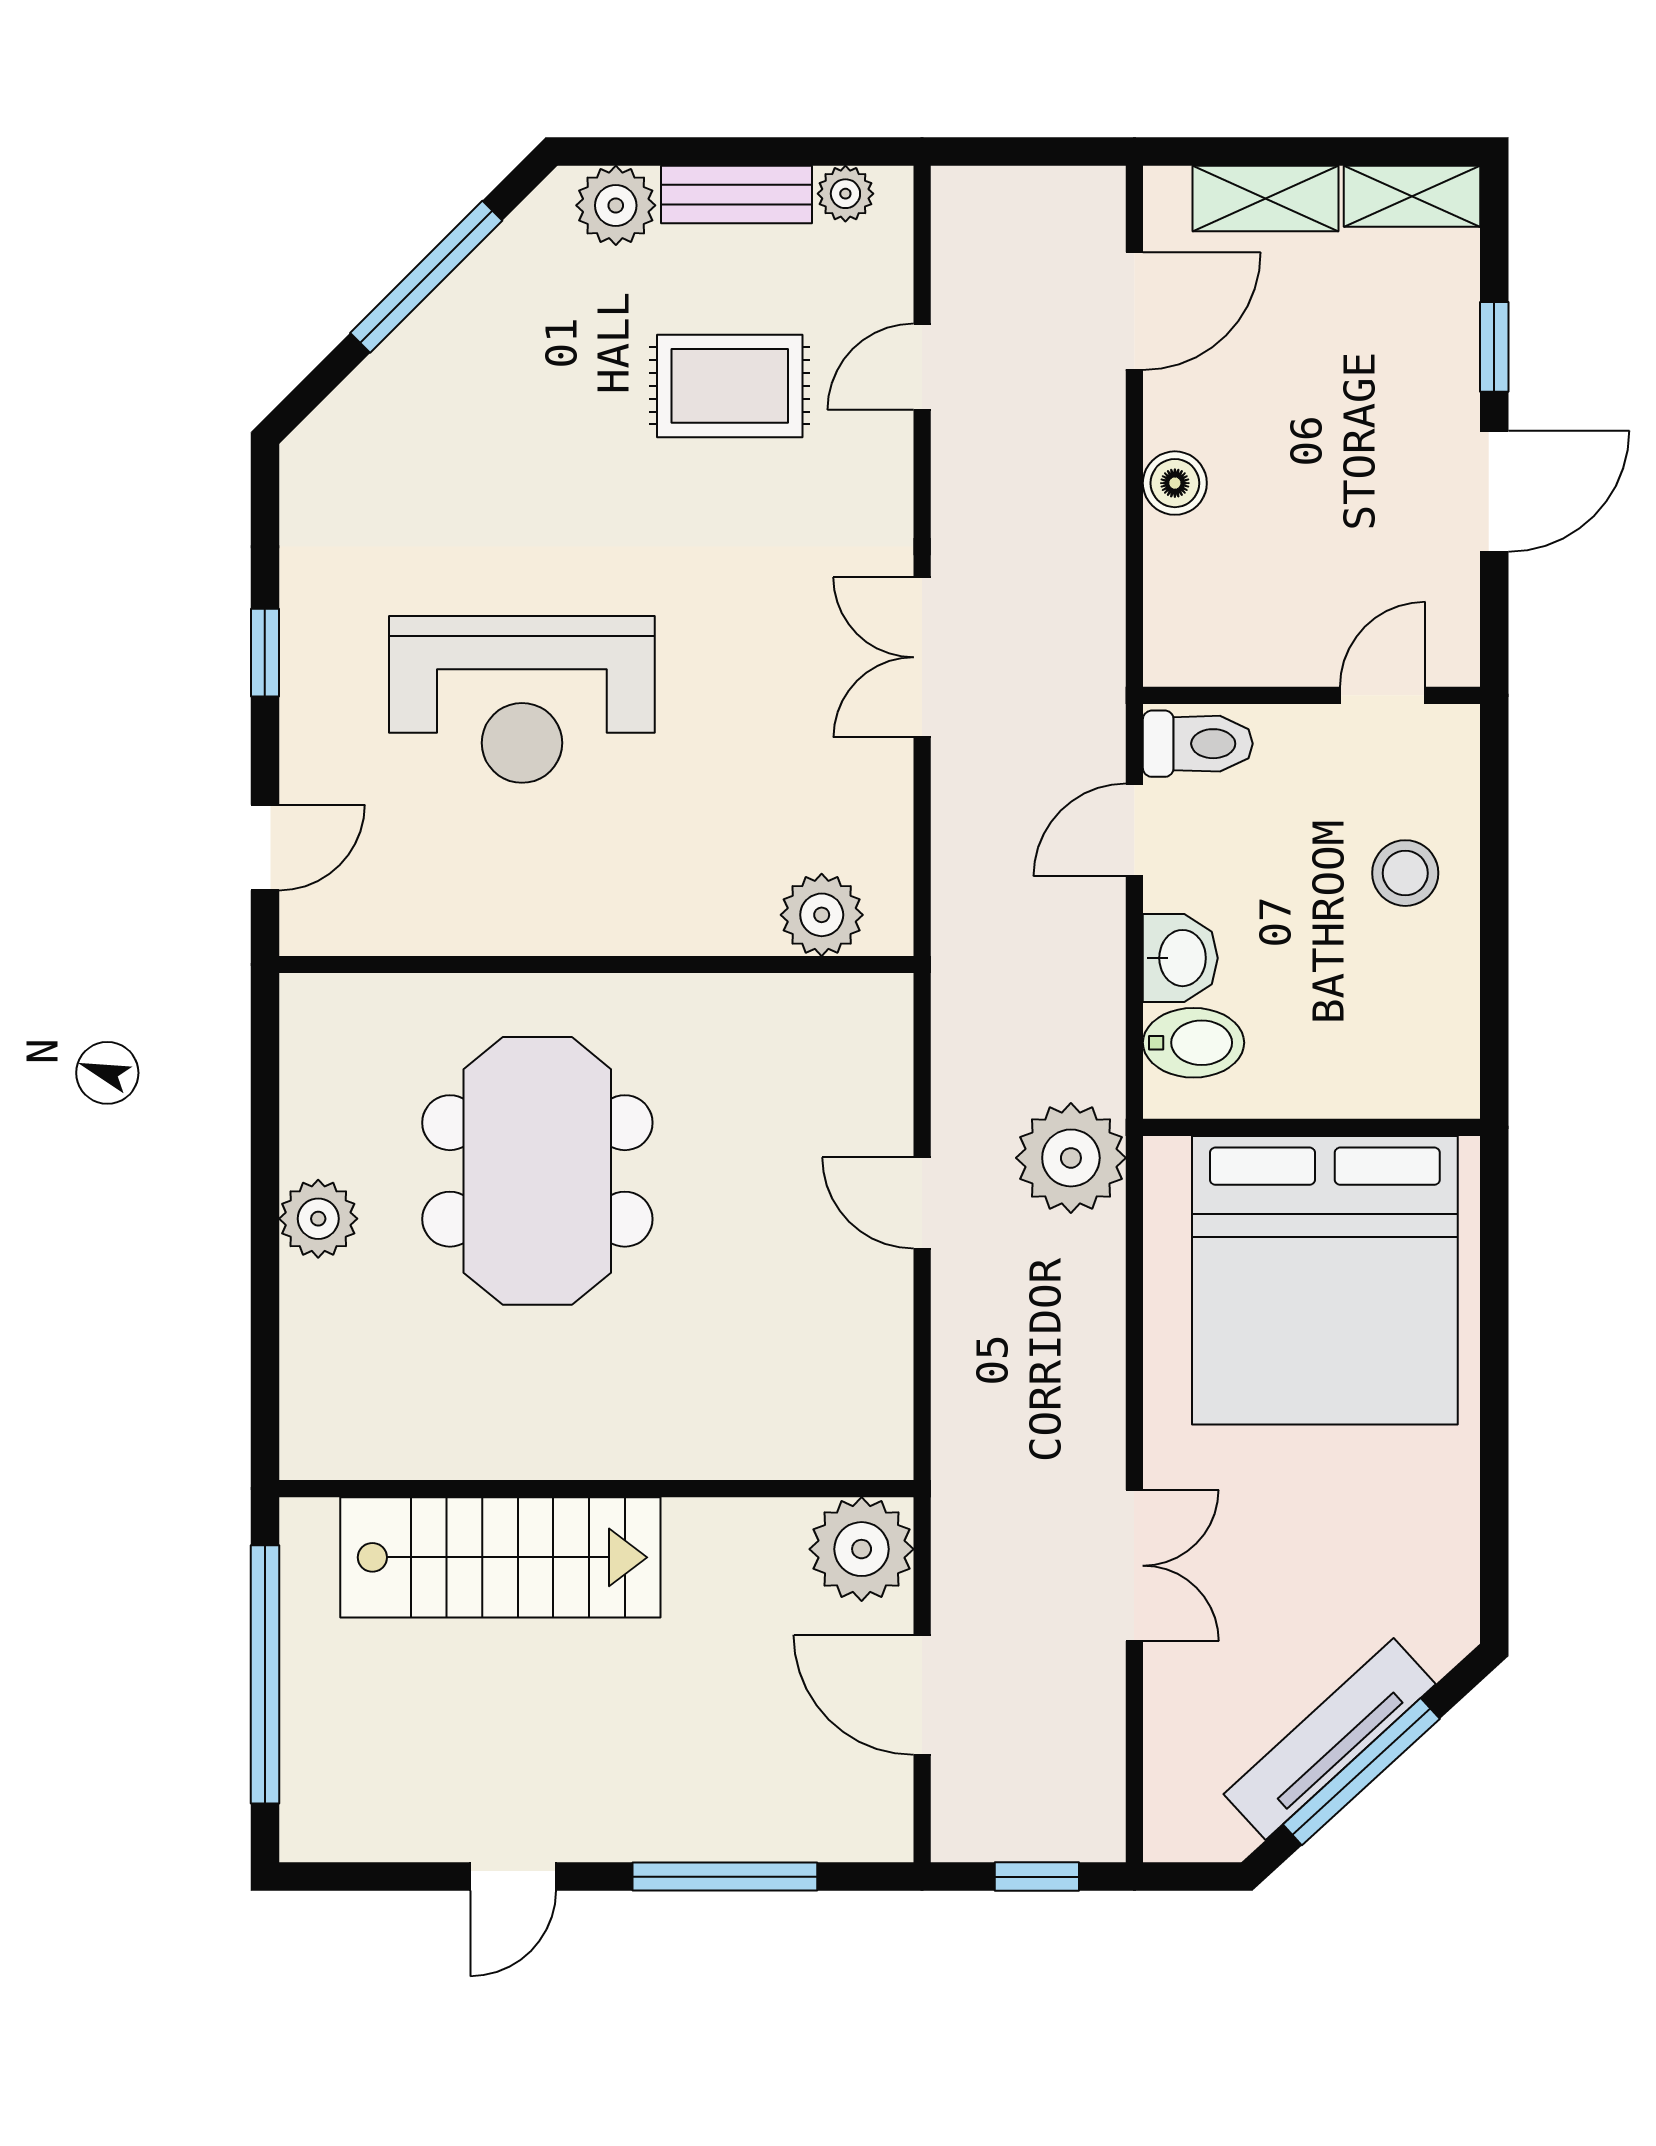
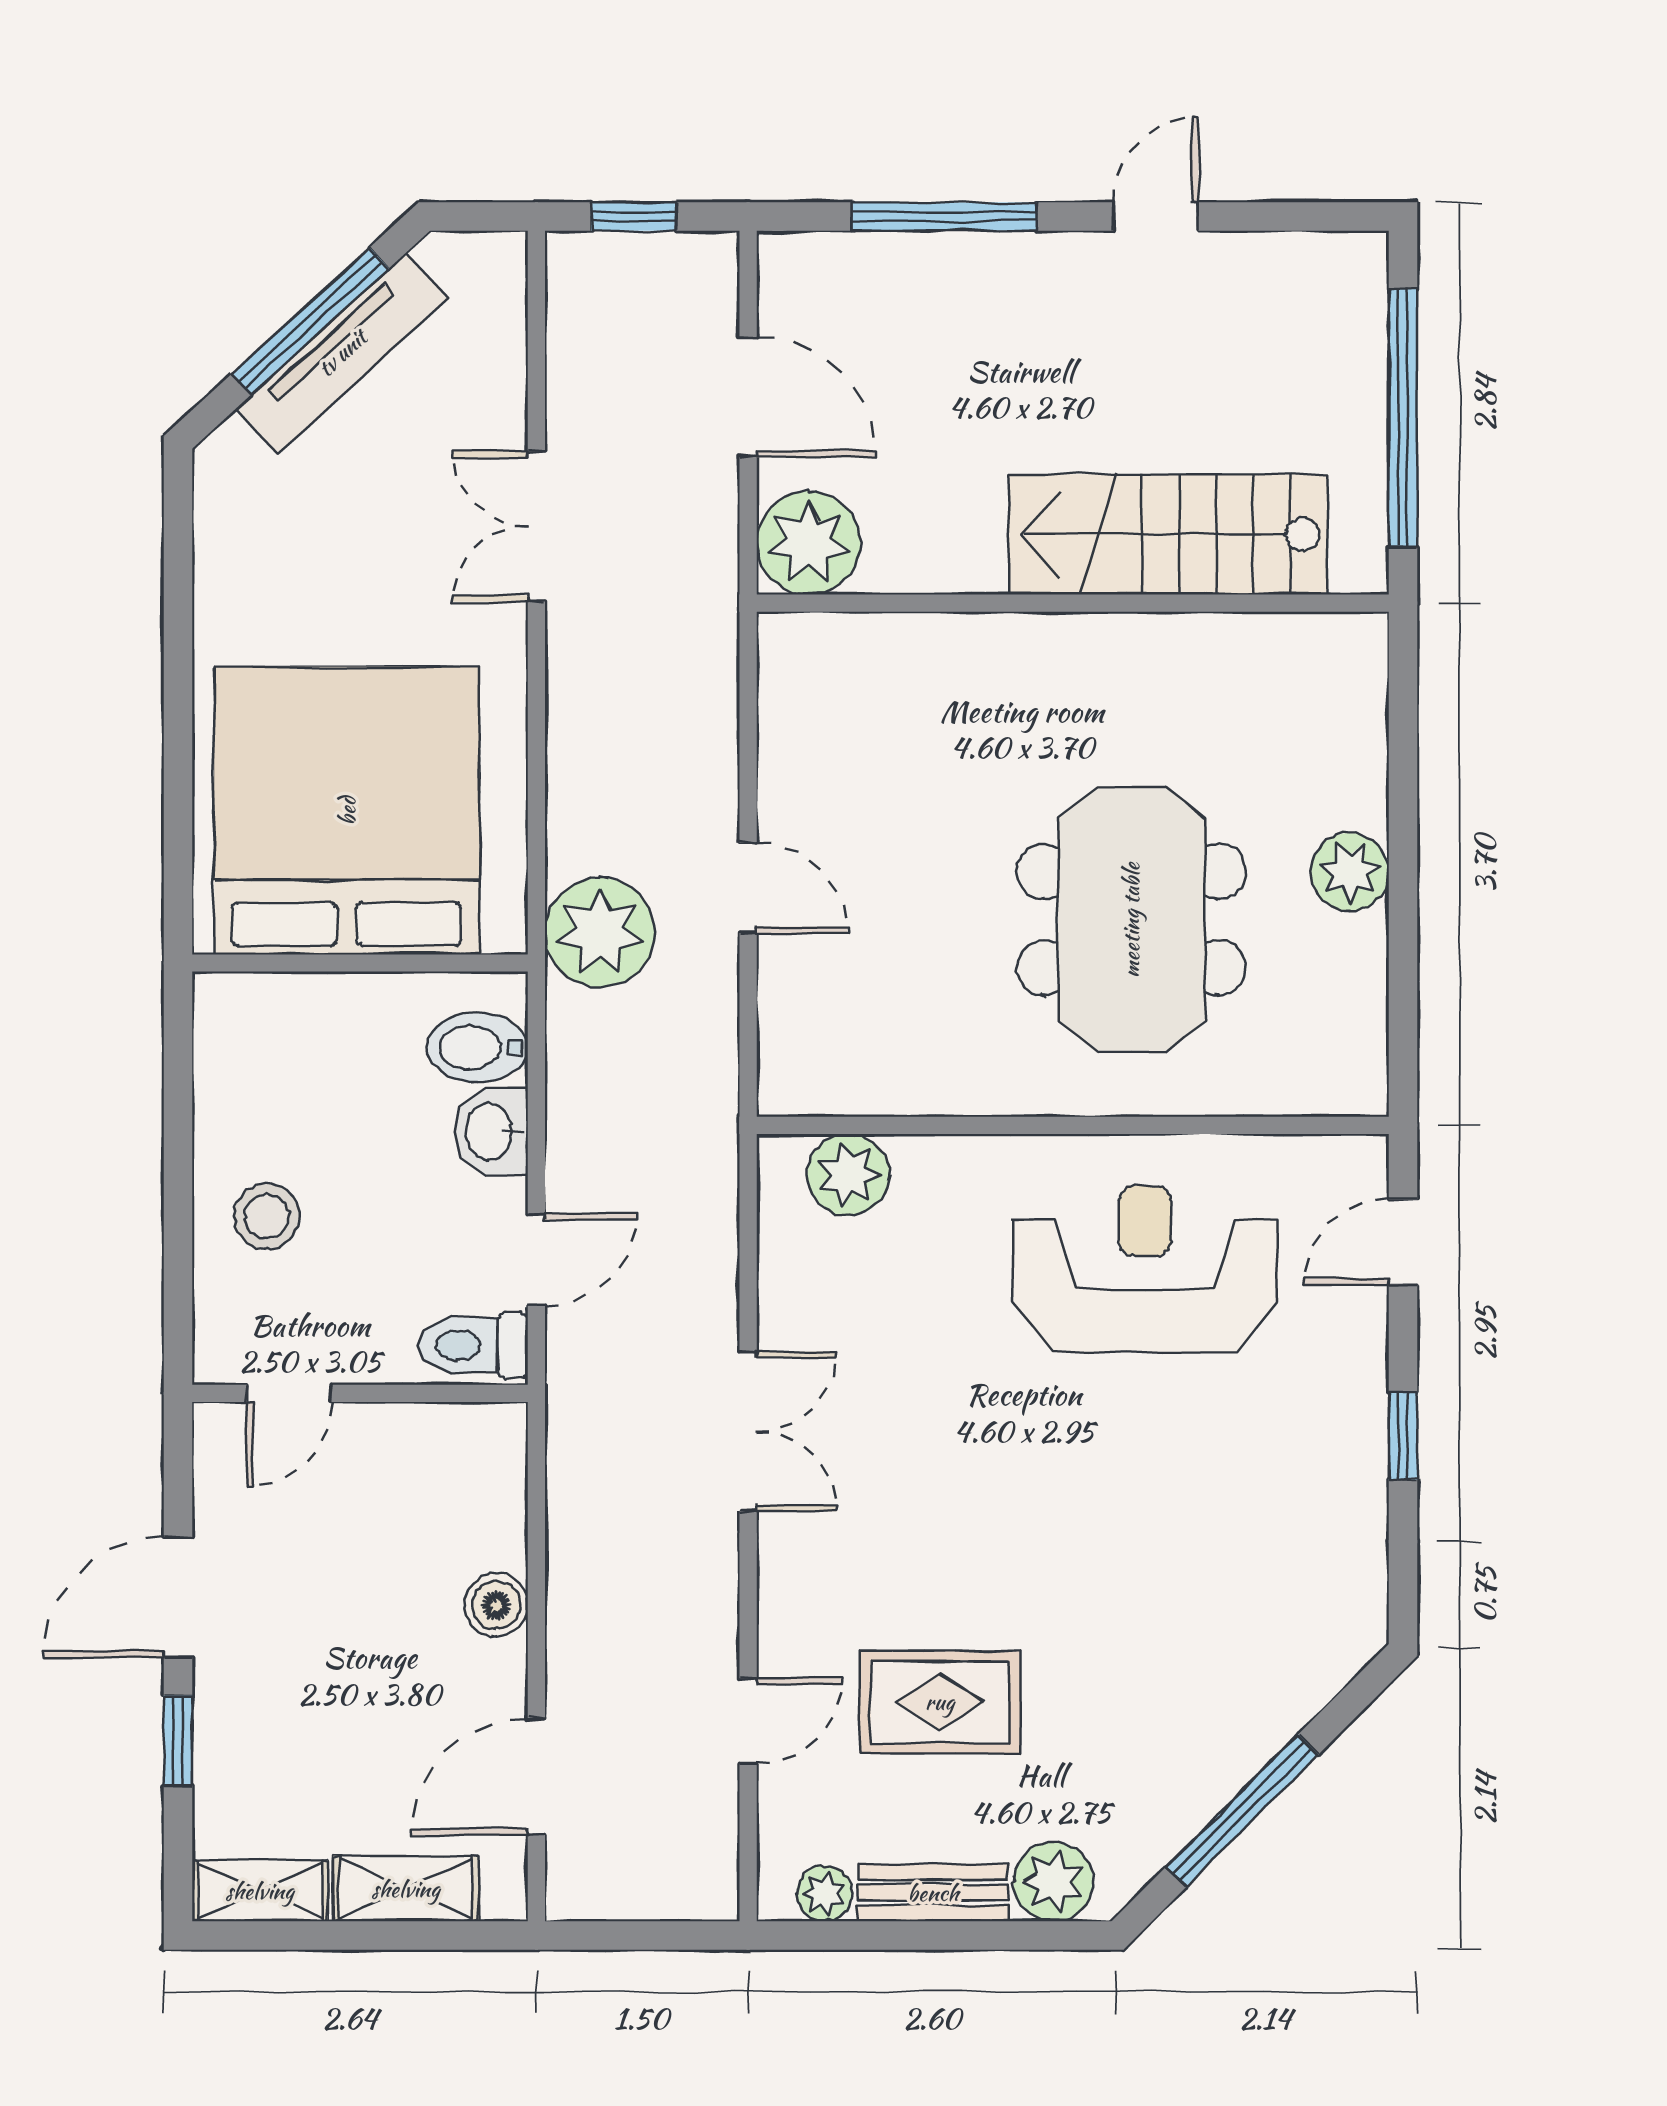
reception desk: (522, 699) -> (1145, 1269), moved

